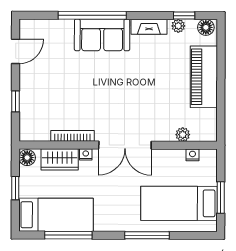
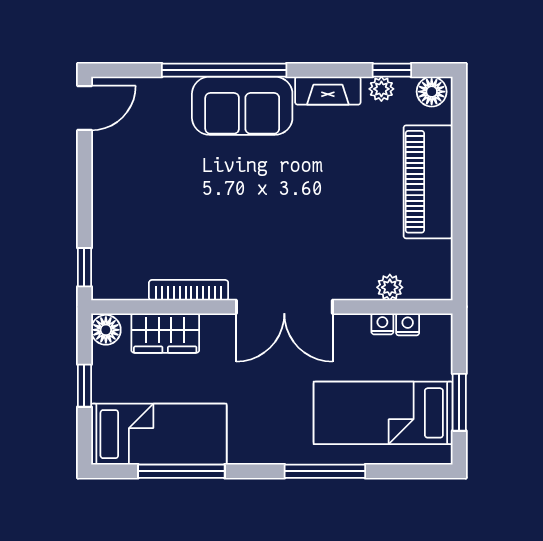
door: (16, 51) -> (84, 108), moved
window: (15, 101) -> (84, 267), moved
nightstand: (86, 154) -> (382, 324), moved

